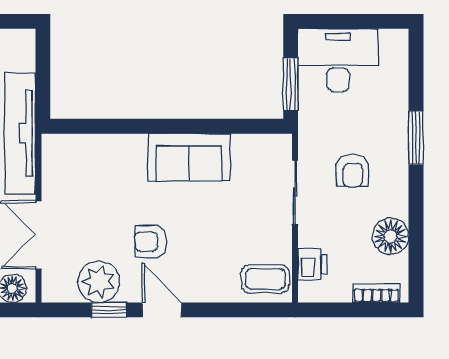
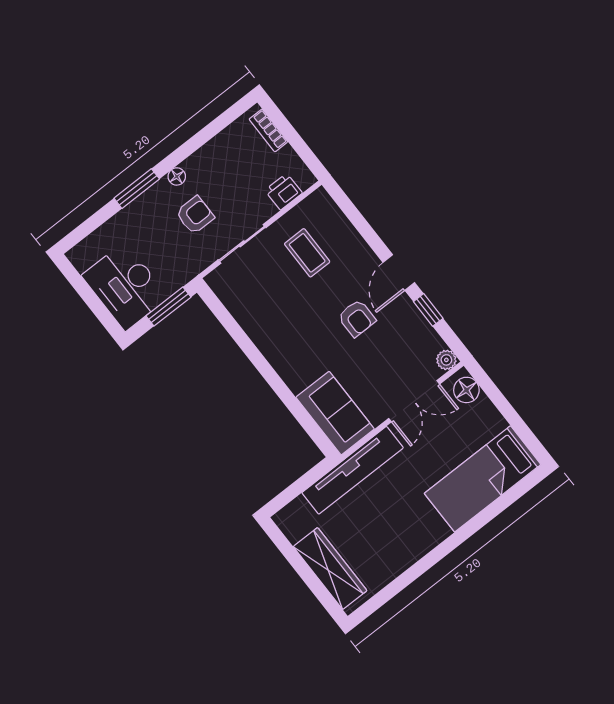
sofa: (189, 157) -> (335, 413), moved
floor lamp: (390, 236) -> (177, 176), moved, width x0.53, depth x0.53
coffee table: (265, 279) -> (307, 253), moved
plant: (99, 282) -> (446, 360), moved, width x0.53, depth x0.53

